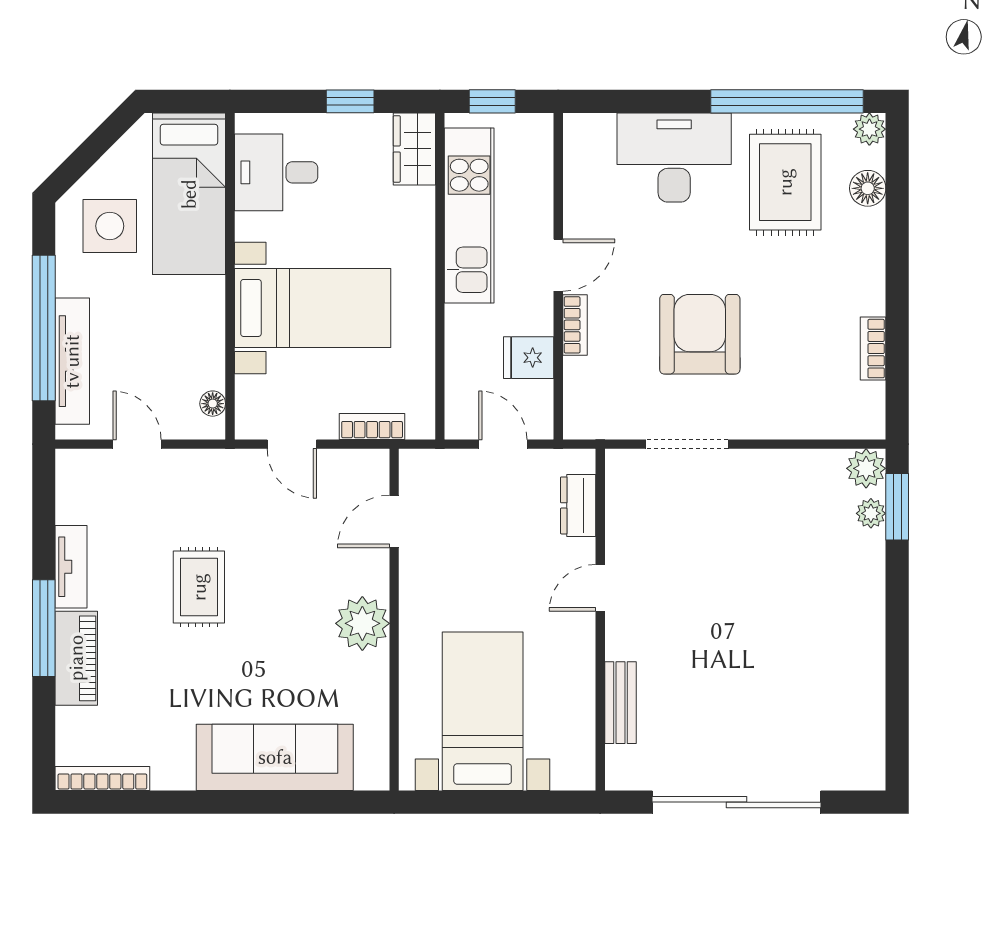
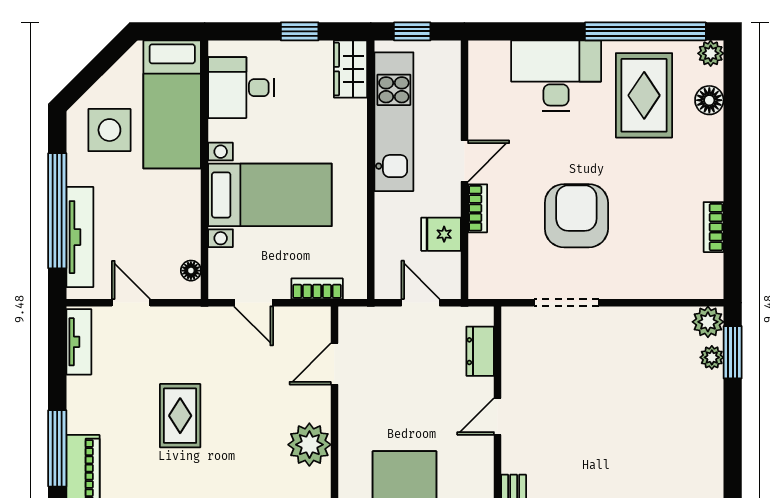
tv unit: (71, 567) -> (79, 342), moved

